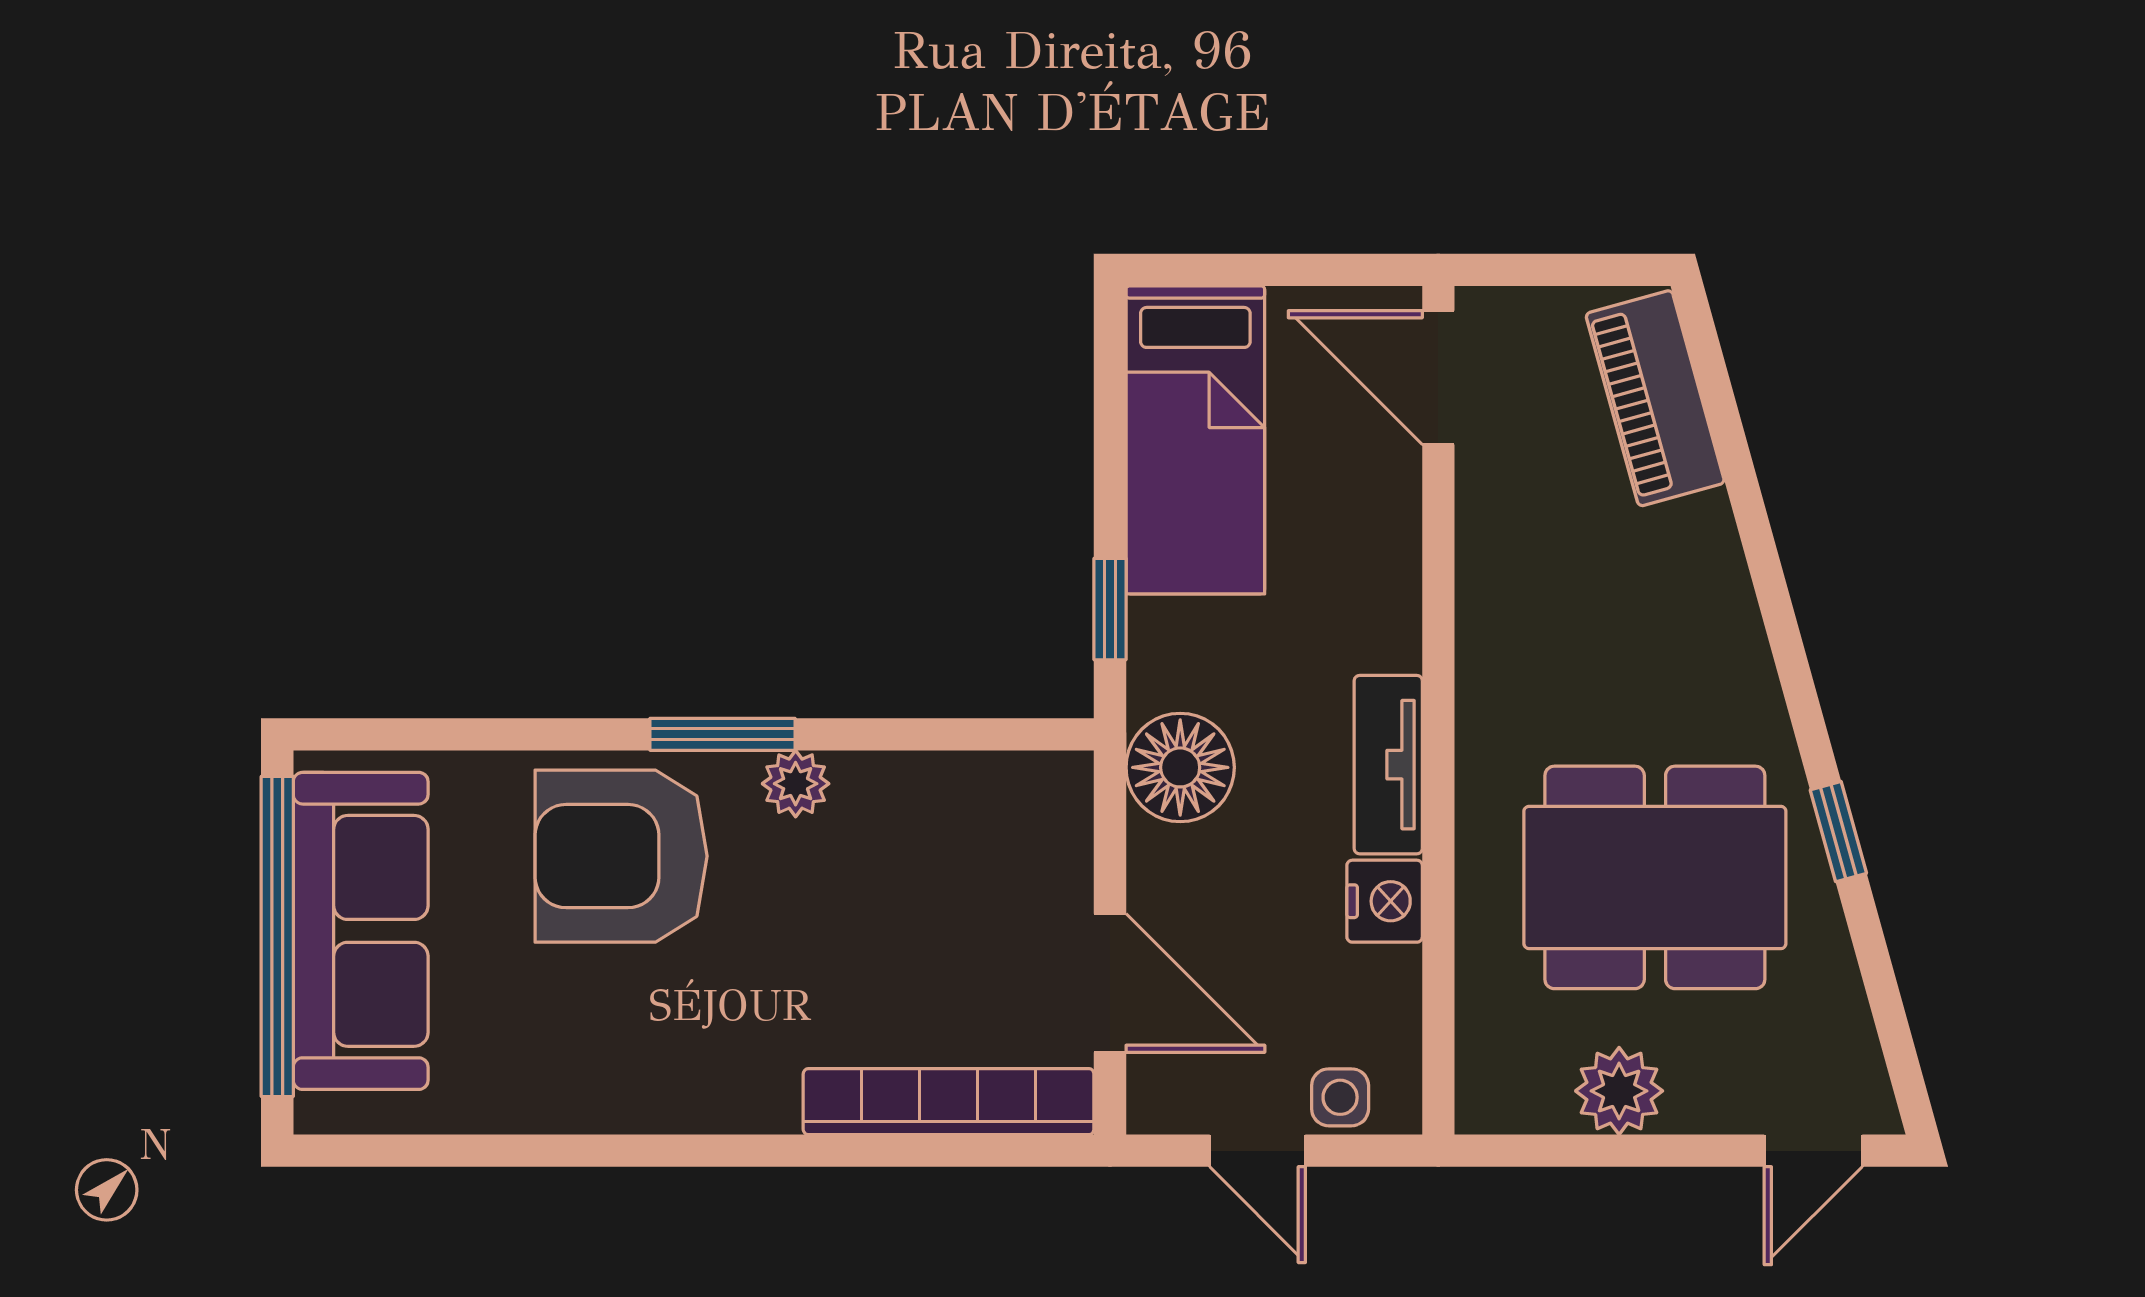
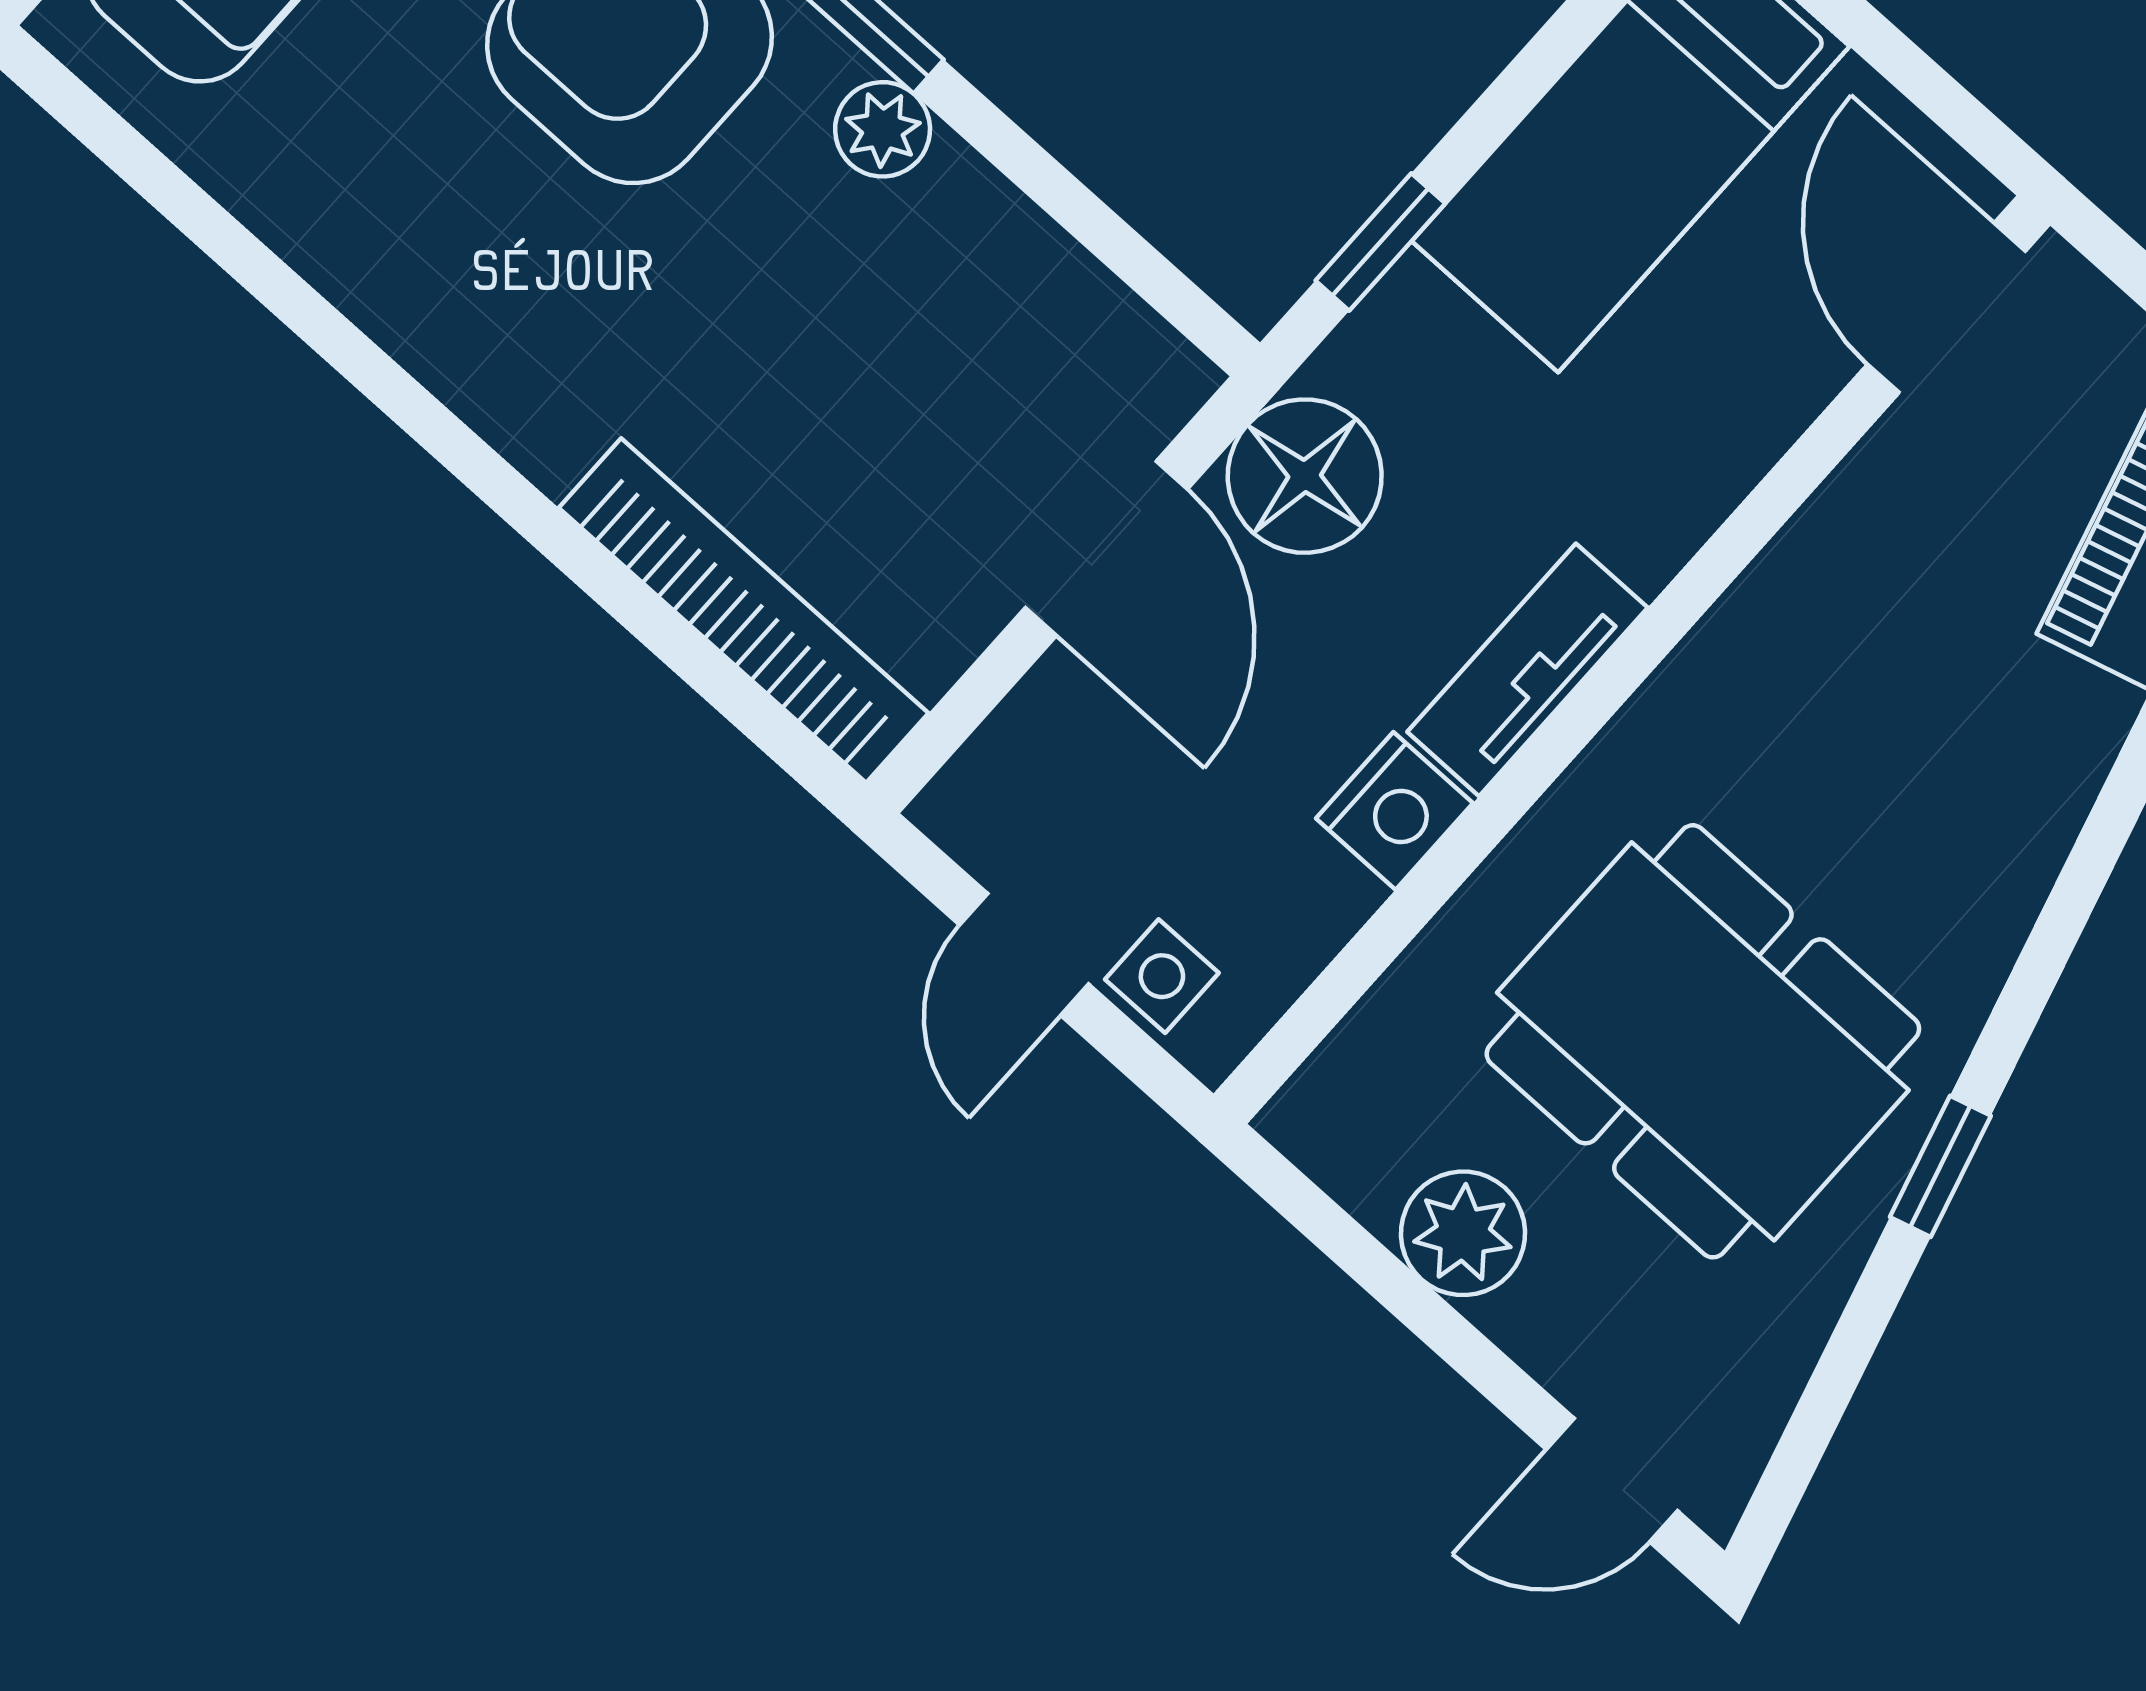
door: (1110, 983) -> (1106, 548), moved

